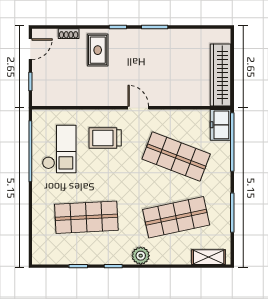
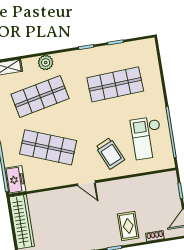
trolley: (105, 138) -> (110, 153), turned 66
plant: (141, 256) -> (46, 63), moved

